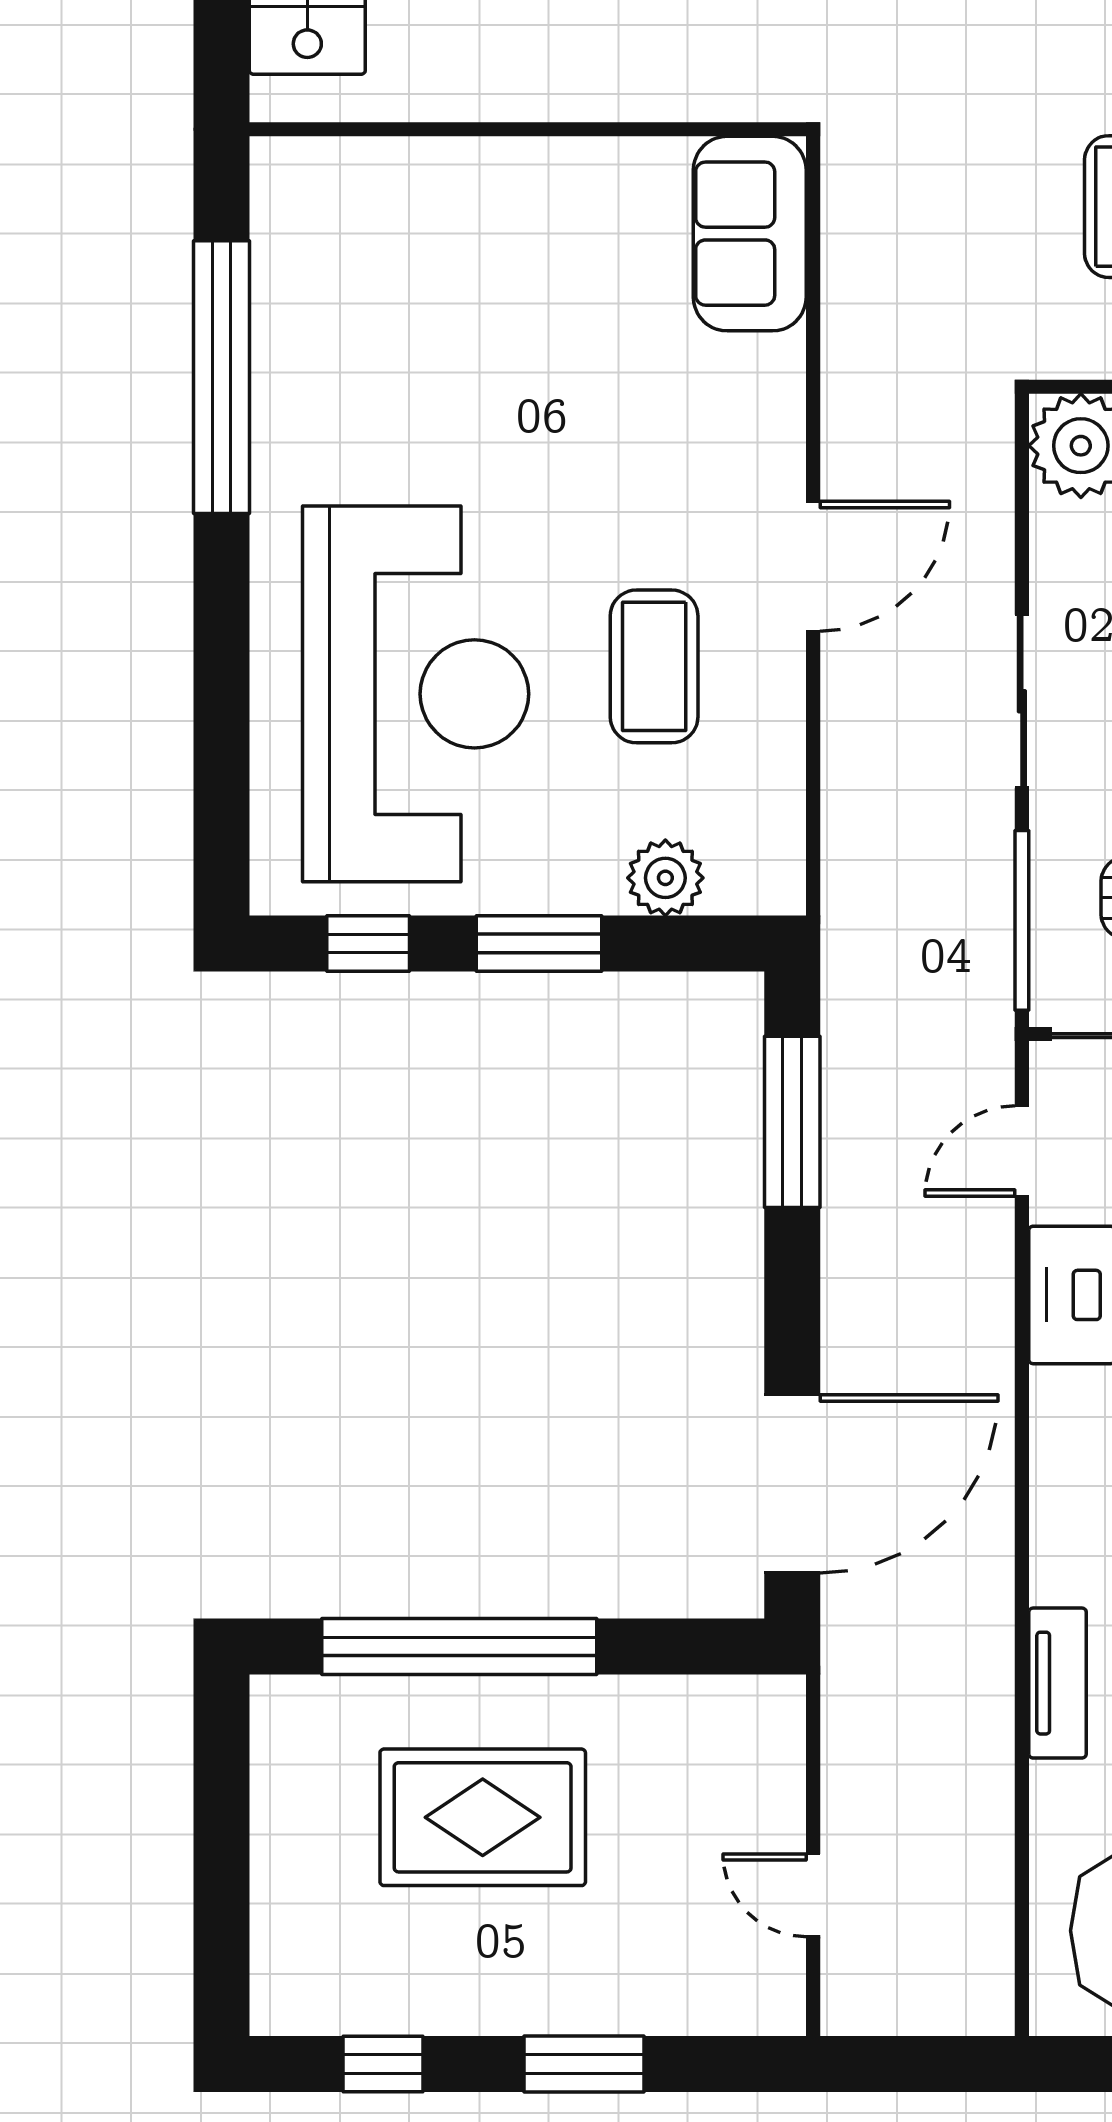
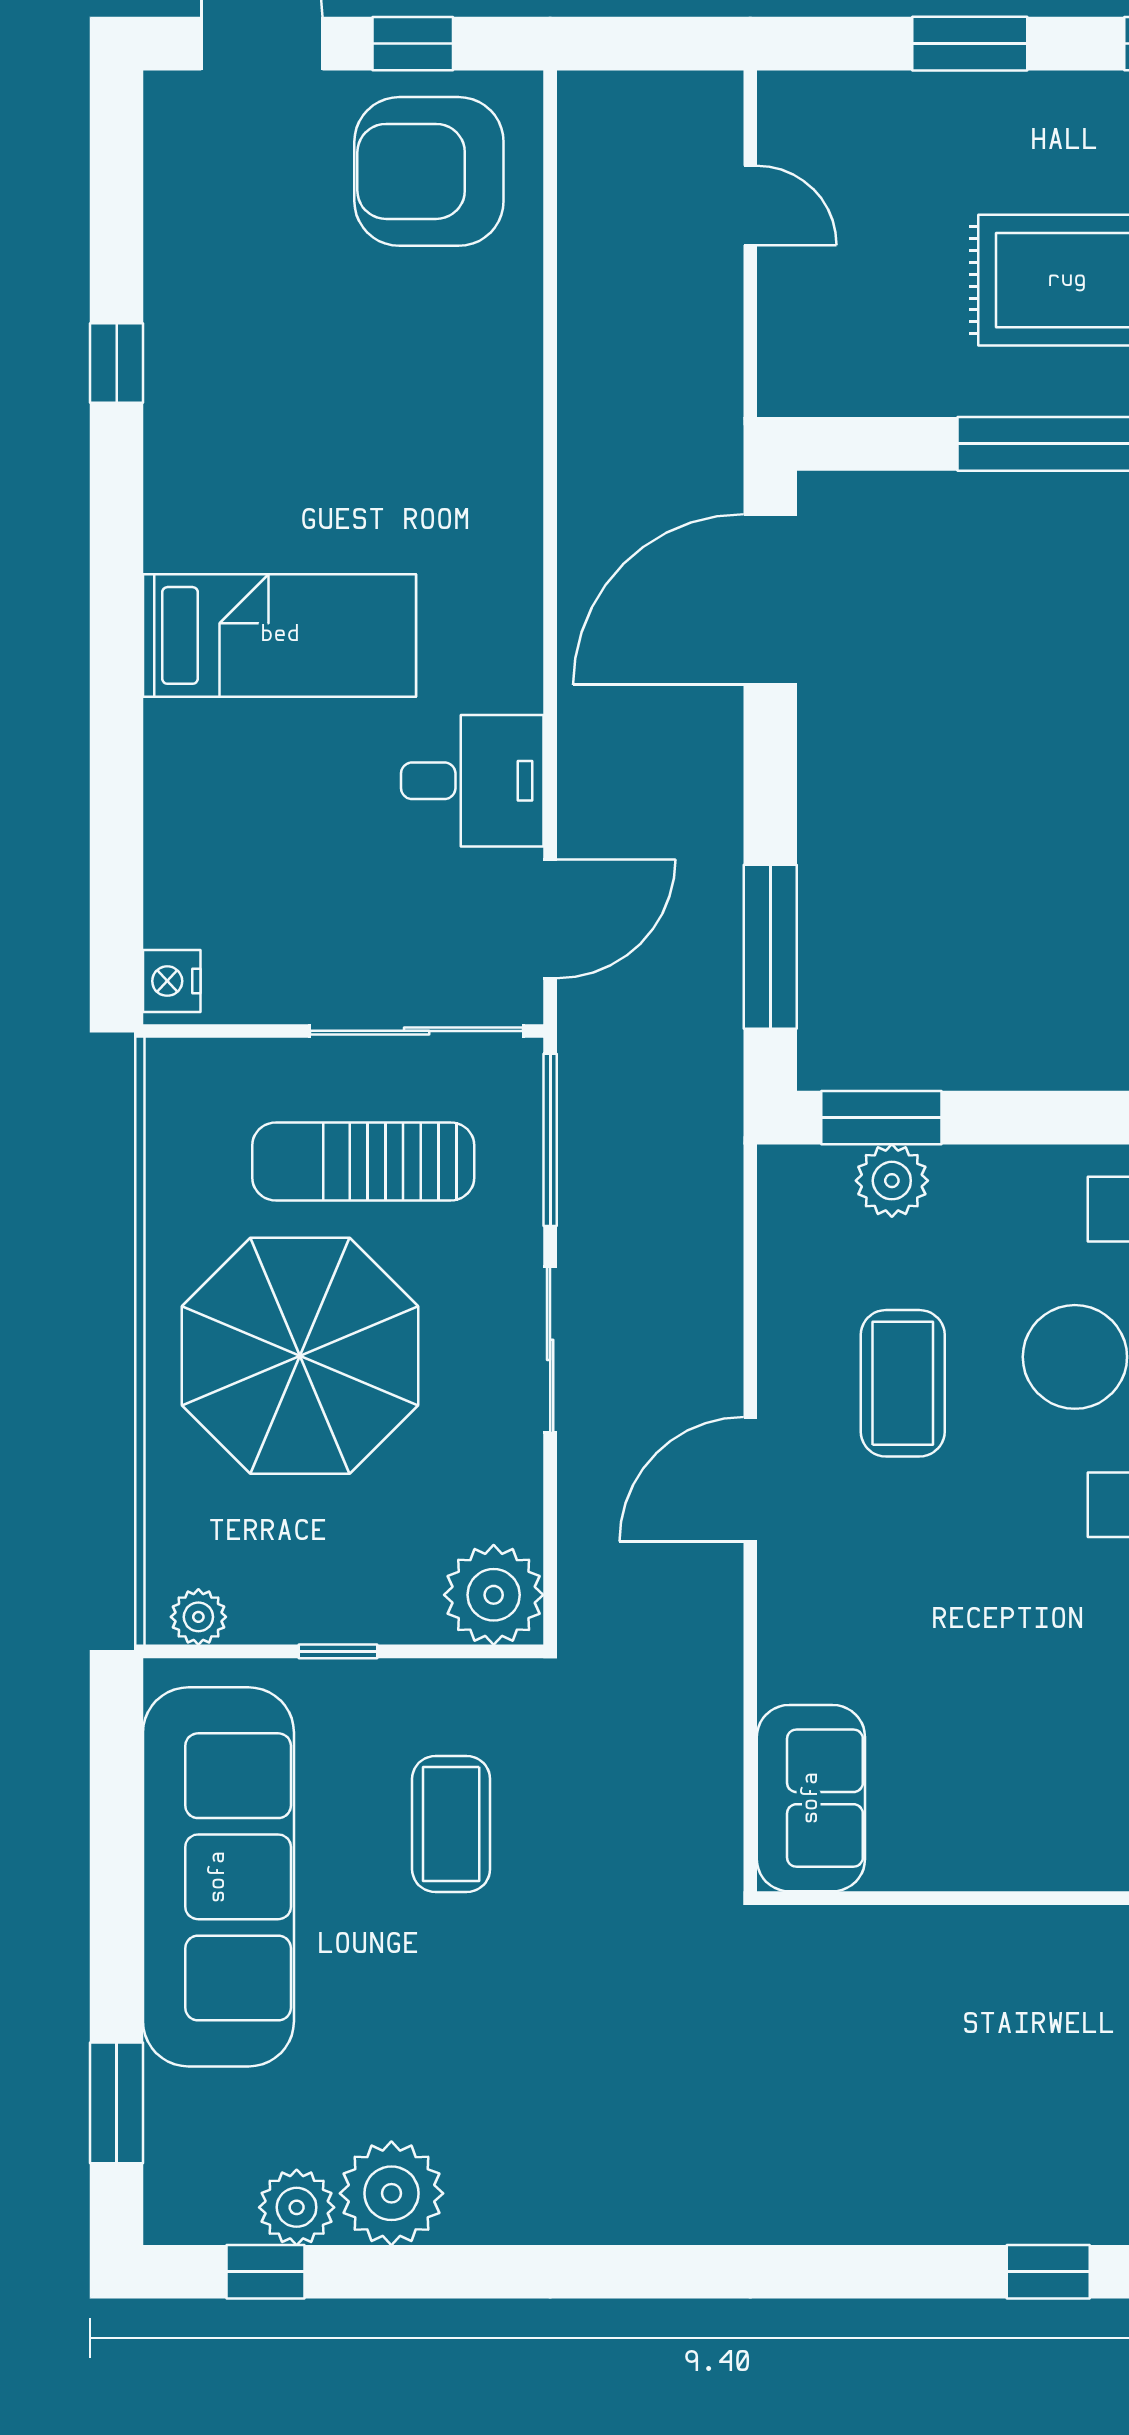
window: (539, 944) -> (881, 1118), moved
door: (1022, 1151) -> (550, 919), width x1.38
tv unit: (1058, 1683) -> (516, 409), removed

